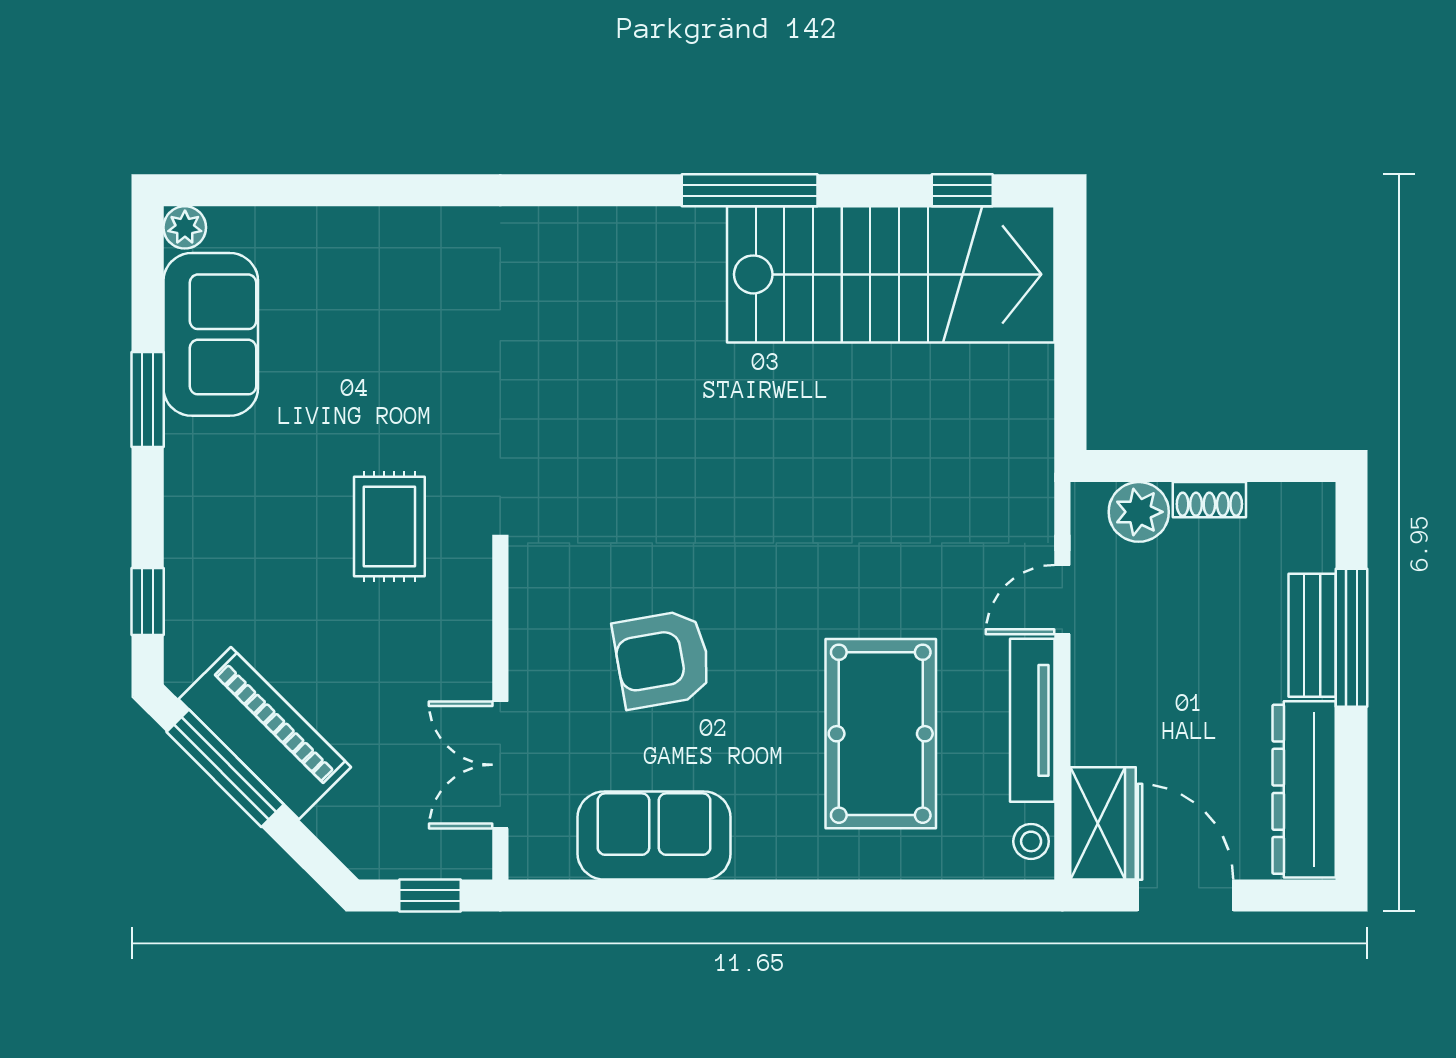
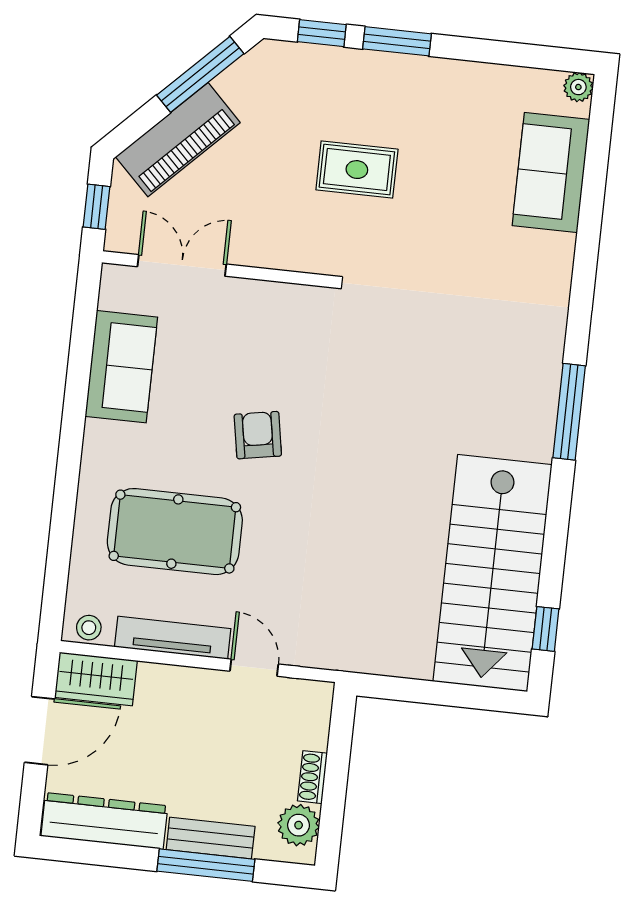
window: (750, 190) -> (569, 412), moved
sofa: (211, 334) -> (551, 173), moved, turned 90
window: (148, 400) -> (397, 41), moved
plant: (1139, 512) -> (299, 825), moved
rug: (389, 526) -> (357, 170), moved
armchair: (662, 659) -> (258, 435), moved, width x0.72, depth x0.72
piano: (265, 733) -> (178, 140), moved

